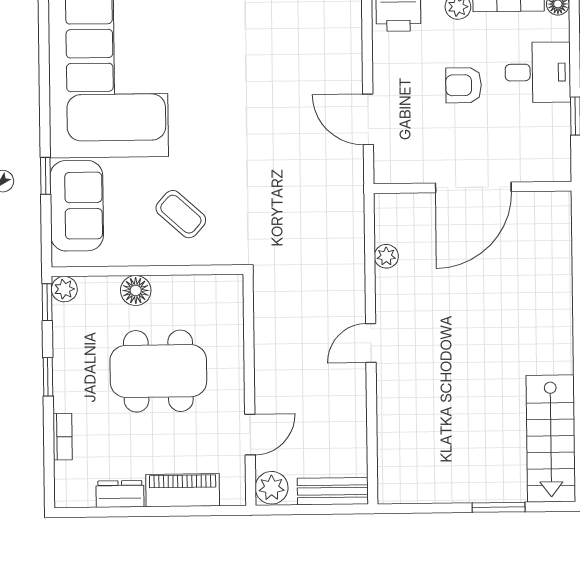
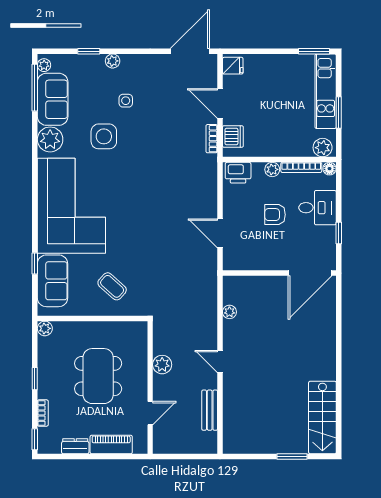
door: (473, 187) -> (310, 273), moved
floor lamp: (136, 291) -> (86, 330), removed
window: (47, 302) -> (35, 439), moved
door: (371, 343) -> (220, 361), hinge flipped
dining table: (158, 371) -> (98, 376), turned 90
plant: (272, 488) -> (162, 365), moved
bench: (333, 491) -> (210, 410), moved, turned 90

